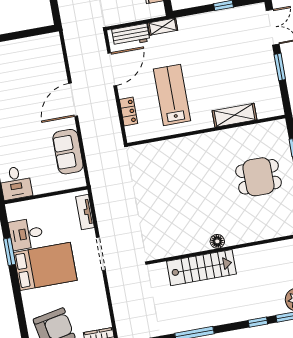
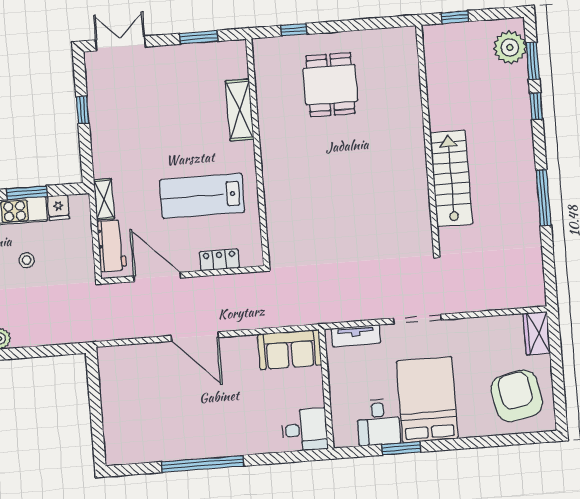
window: (280, 67) -> (199, 37), moved
sofa: (68, 152) -> (290, 350), moved
floor lamp: (217, 241) -> (416, 152), removed

